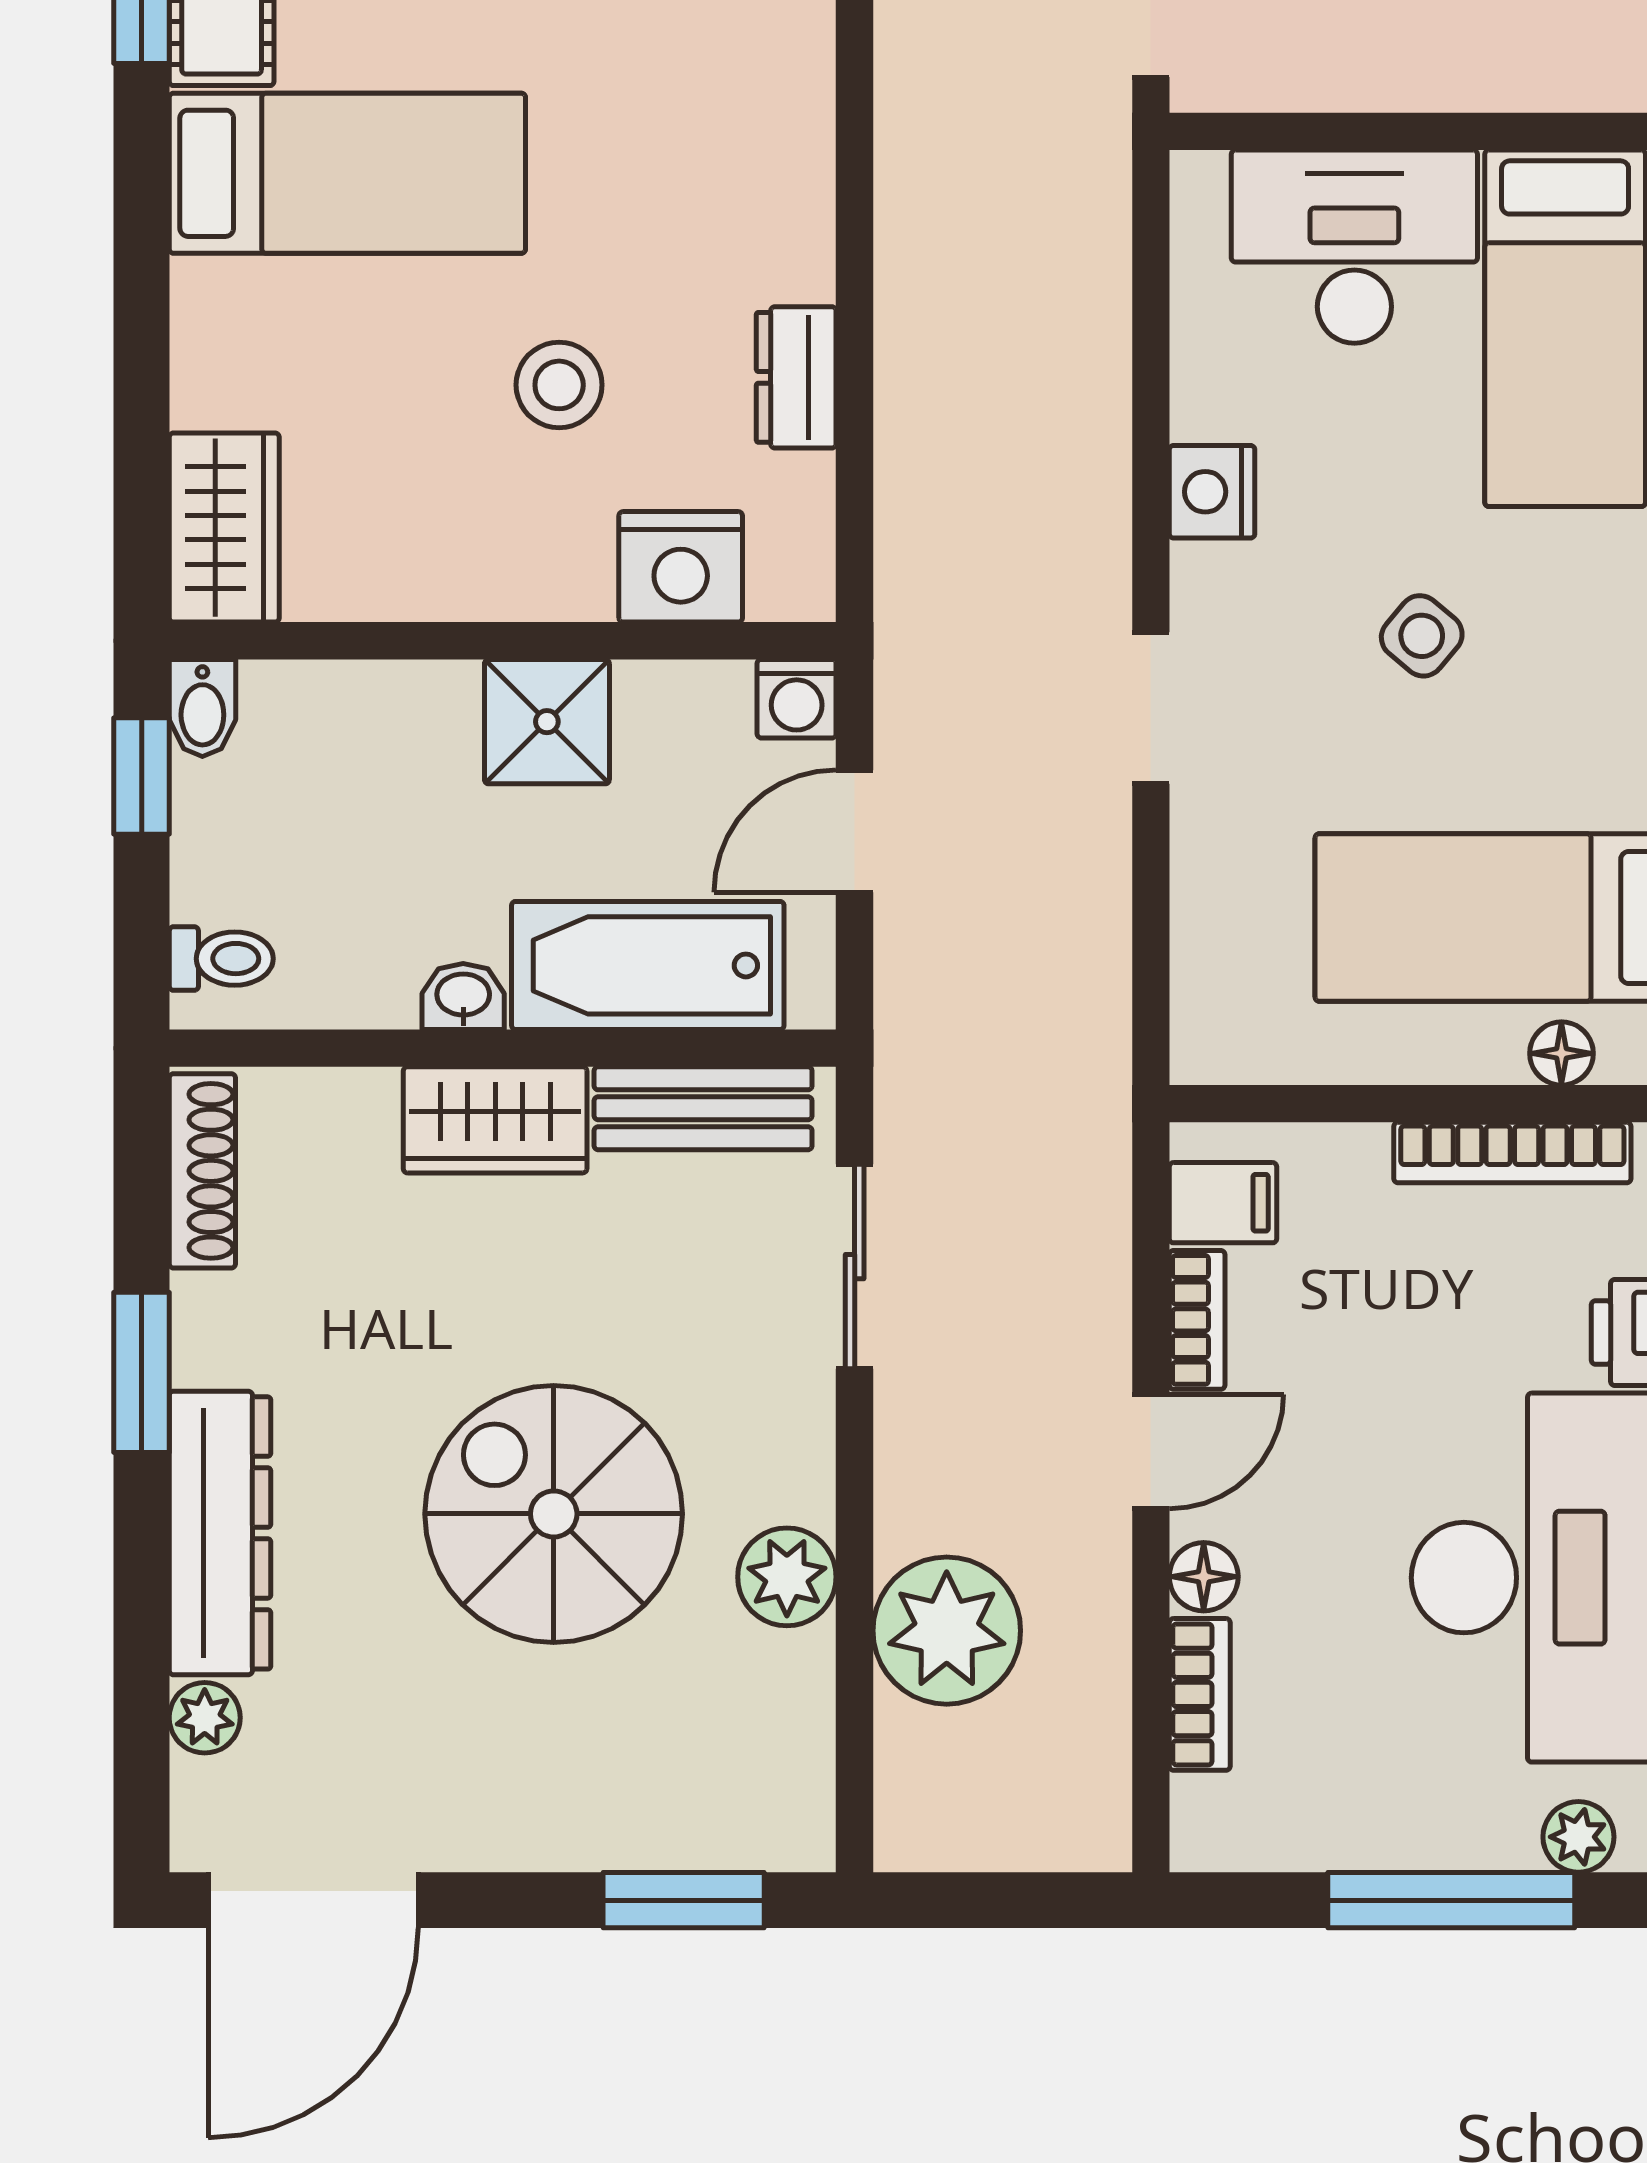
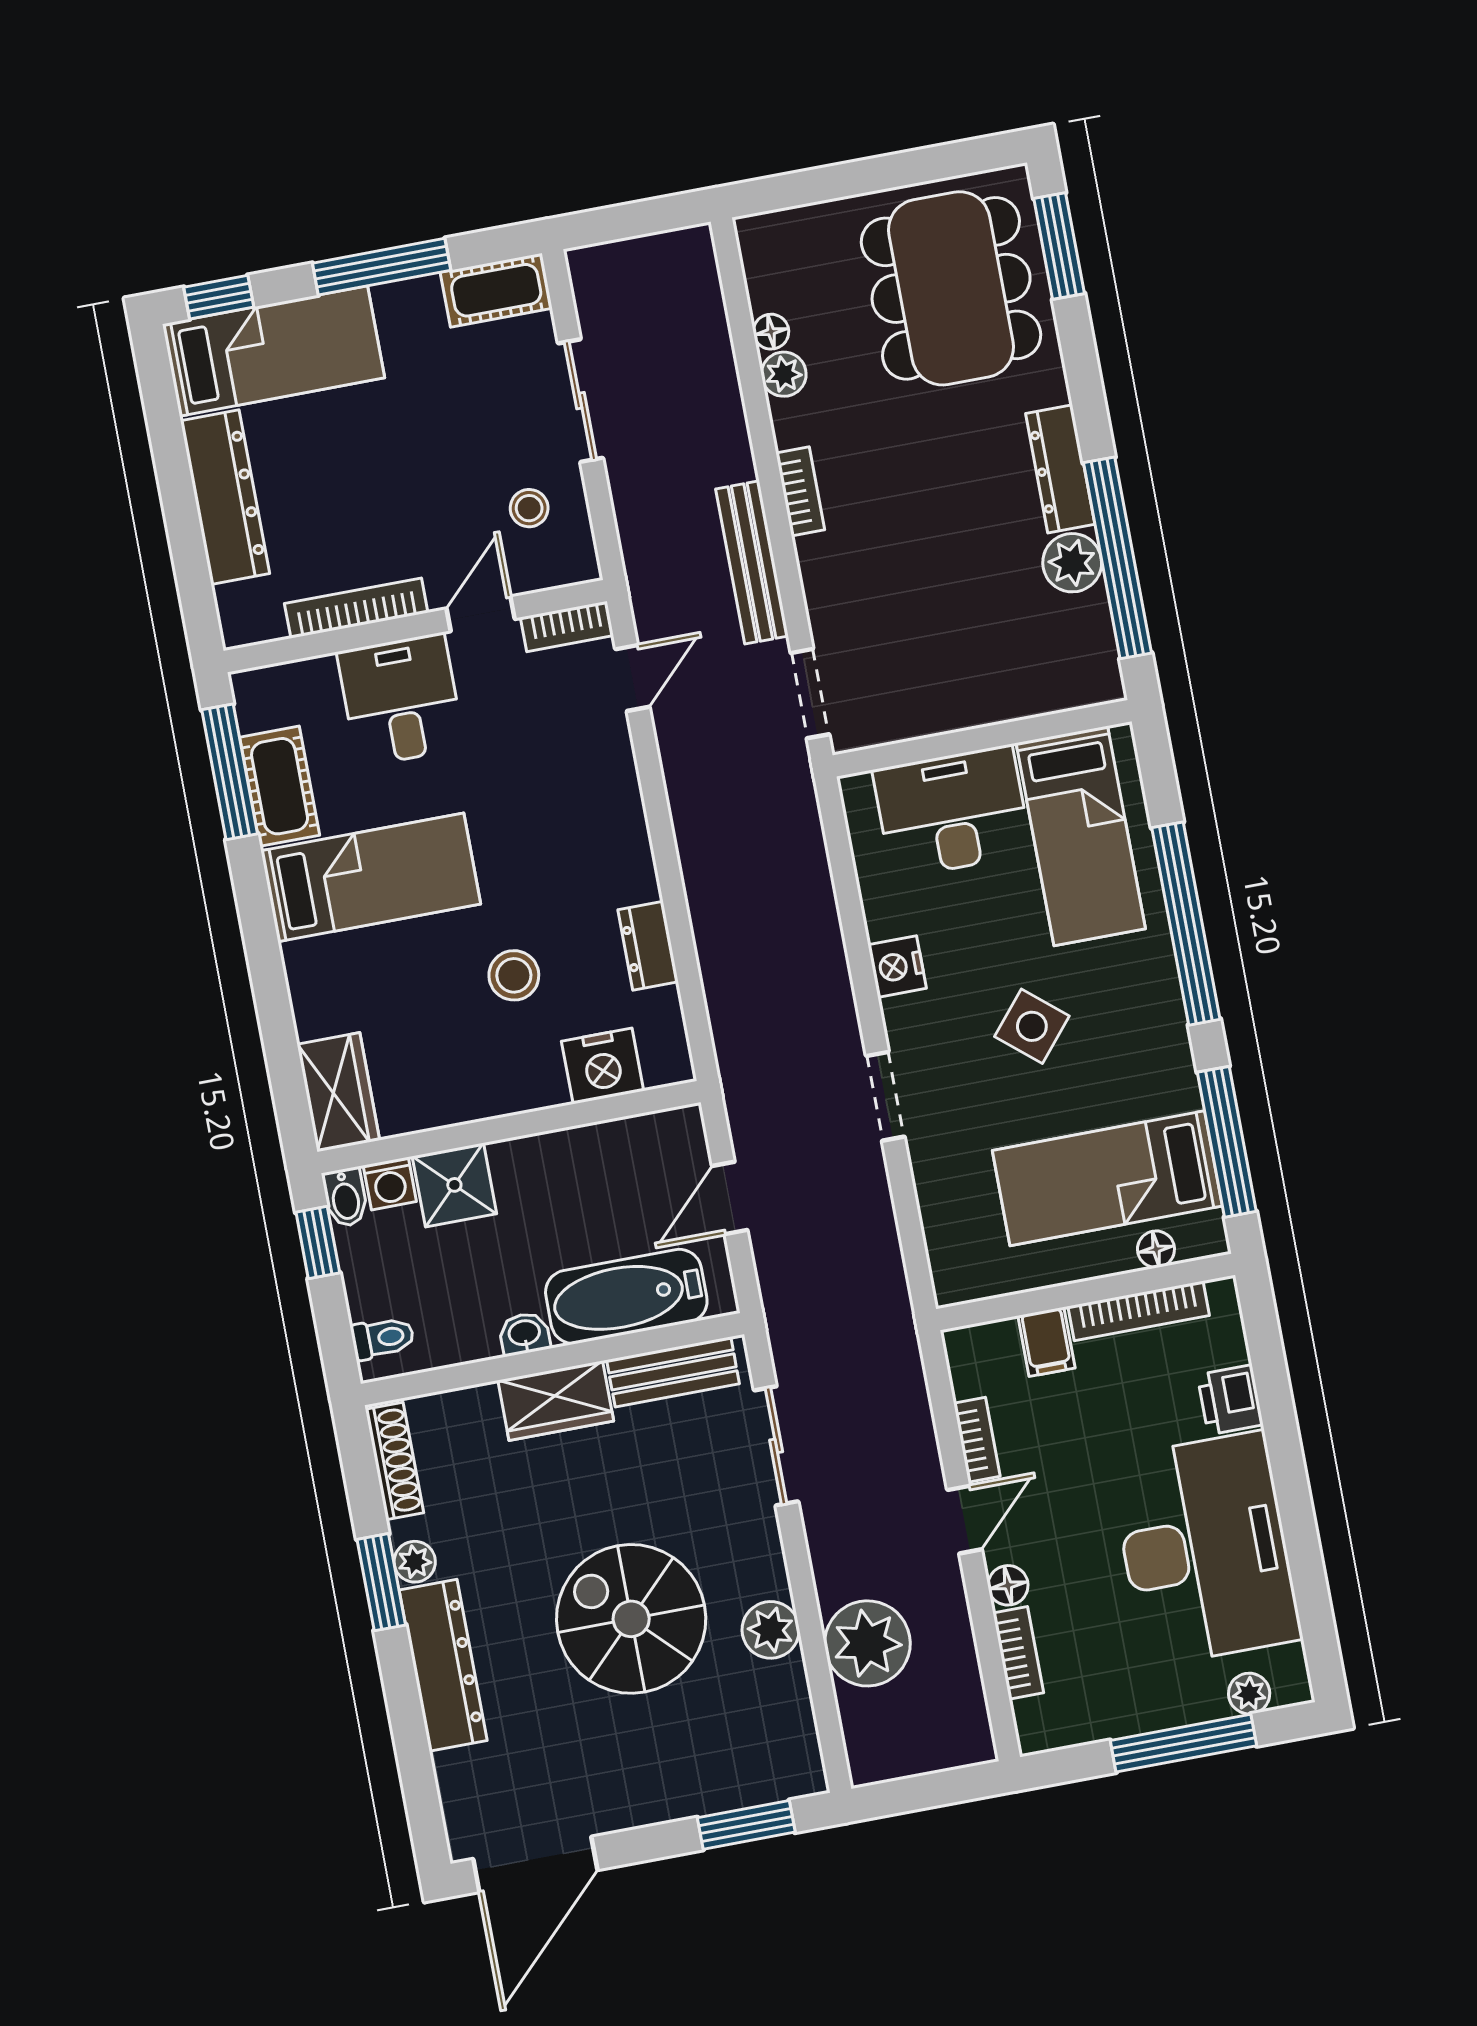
side table: (1422, 636) -> (1032, 1026), width x1.37, depth x1.37
washing machine: (797, 699) -> (390, 1183), moved
shower: (547, 722) -> (454, 1185), moved
filing cabinet: (1223, 1203) -> (1046, 1342), moved, turned 90
plant: (205, 1718) -> (415, 1562), moved

